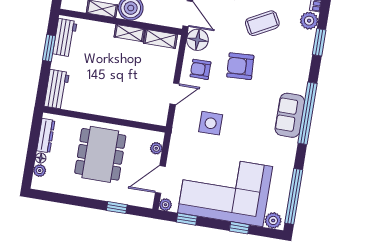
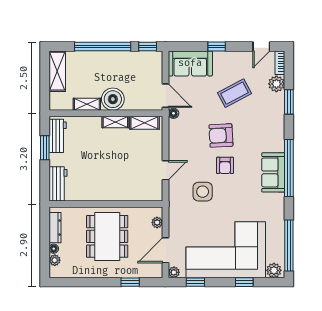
floor lamp: (197, 40) -> (173, 113), width x0.53, depth x0.53
armchair: (201, 69) -> (225, 165), moved, turned -90

